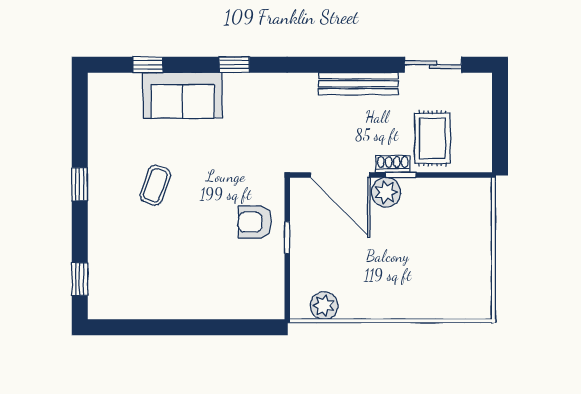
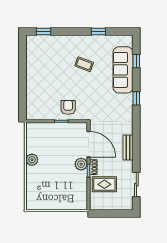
bench: (358, 84) -> (128, 148), width x0.73
sofa: (183, 95) -> (123, 70), width x1.36
door: (340, 175) -> (89, 144), swing flipped
window: (80, 184) -> (98, 31), moved
plant: (324, 306) -> (32, 160), moved

